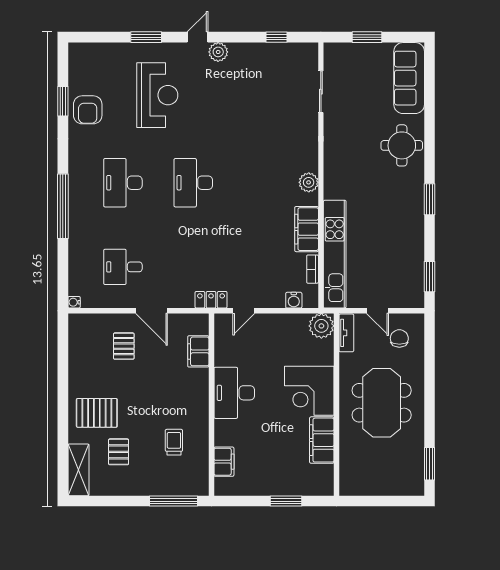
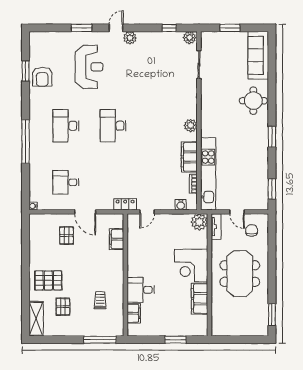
plant: (307, 52) -> (190, 38), added
desk: (234, 393) -> (141, 290), moved, width x0.73

